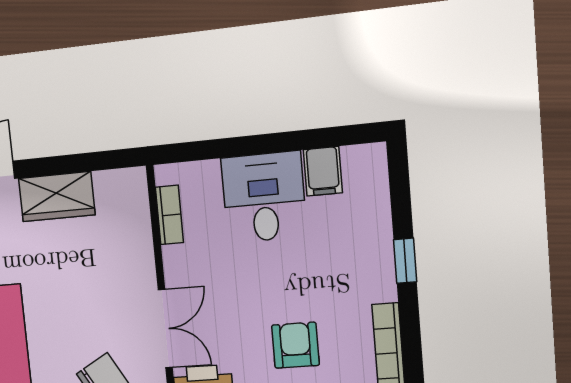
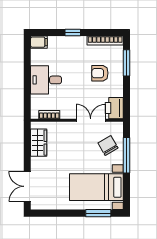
filing cabinet: (323, 171) -> (39, 42), moved
wardrobe: (57, 197) -> (39, 143), moved

